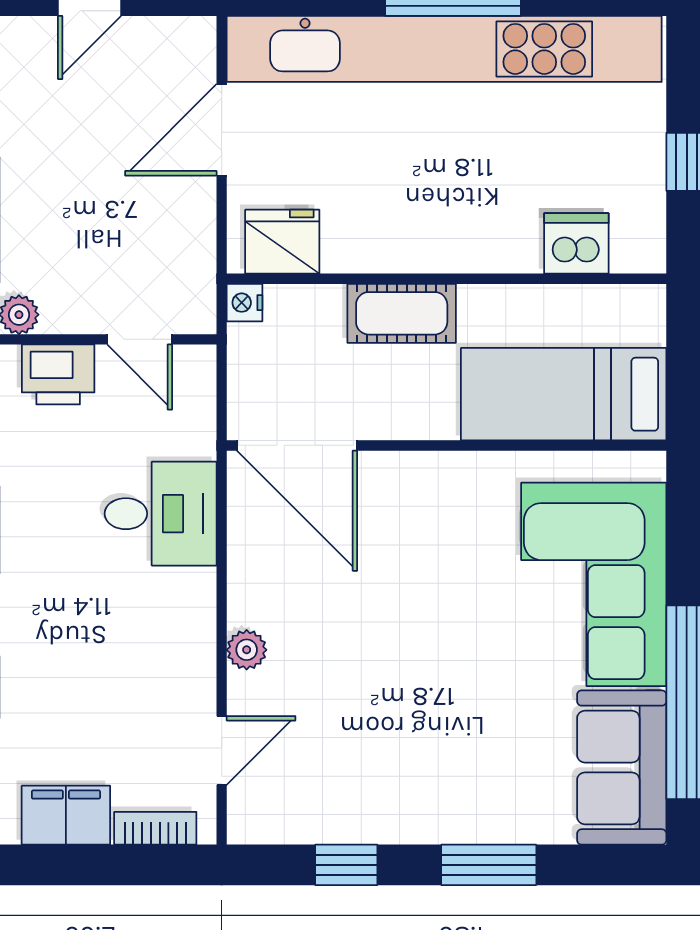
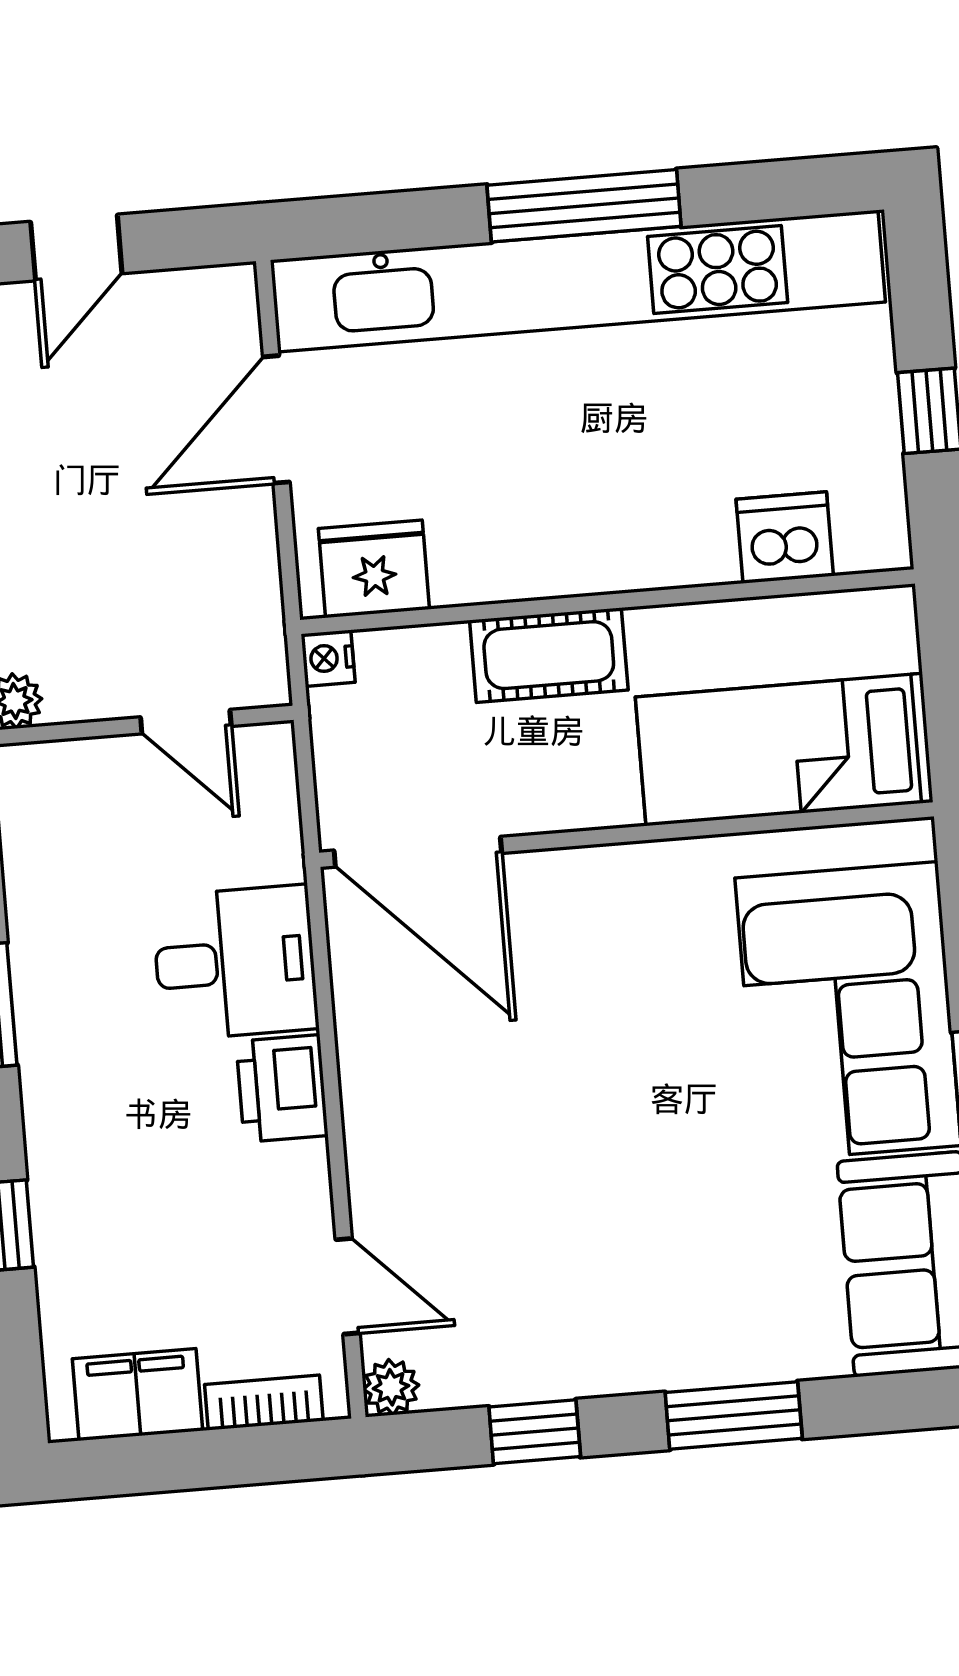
printer: (58, 374) -> (282, 1088), moved, turned 90
plant: (247, 650) -> (391, 1387), moved
door: (222, 750) -> (348, 1286), hinge flipped

